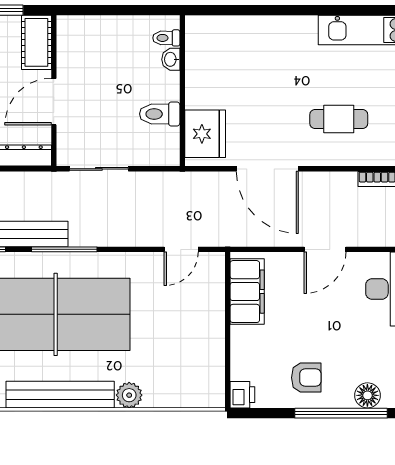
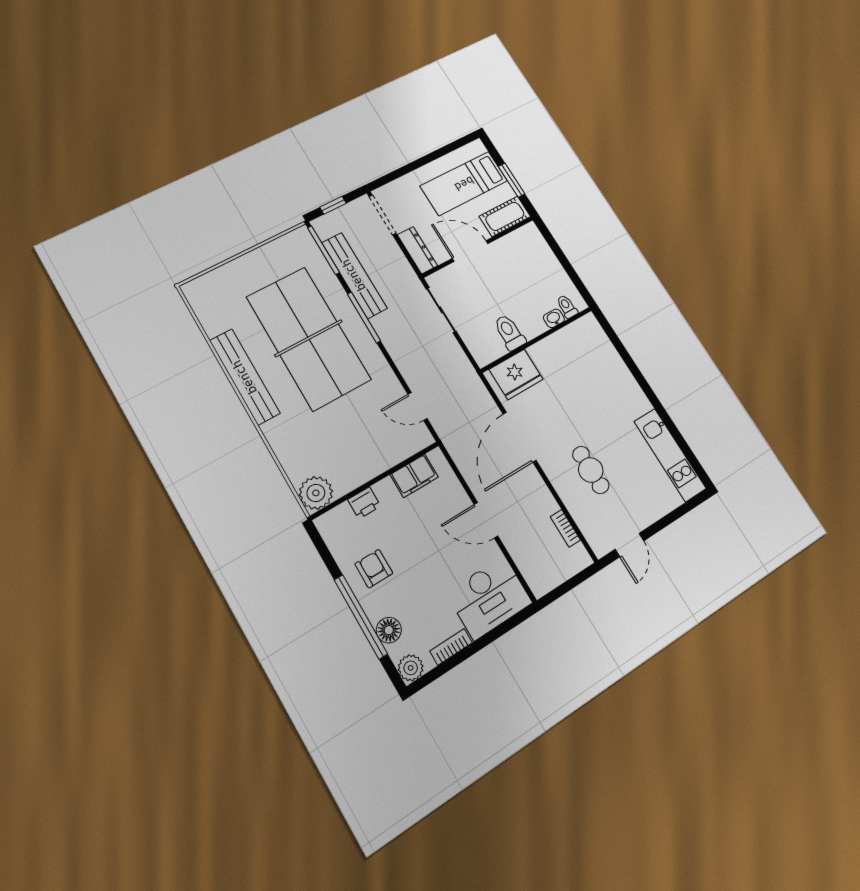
filing cabinet: (247, 292) -> (414, 476), width x0.67, depth x0.86
armchair: (306, 378) -> (374, 569), turned 180
plant: (129, 395) -> (316, 493), moved, width x1.36, depth x1.36
printer: (242, 395) -> (364, 503), moved

